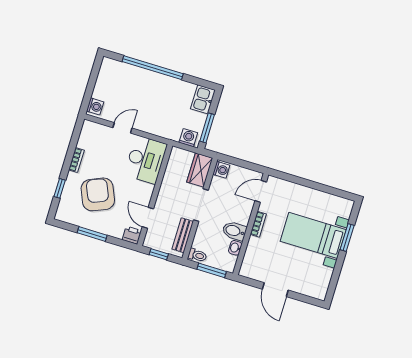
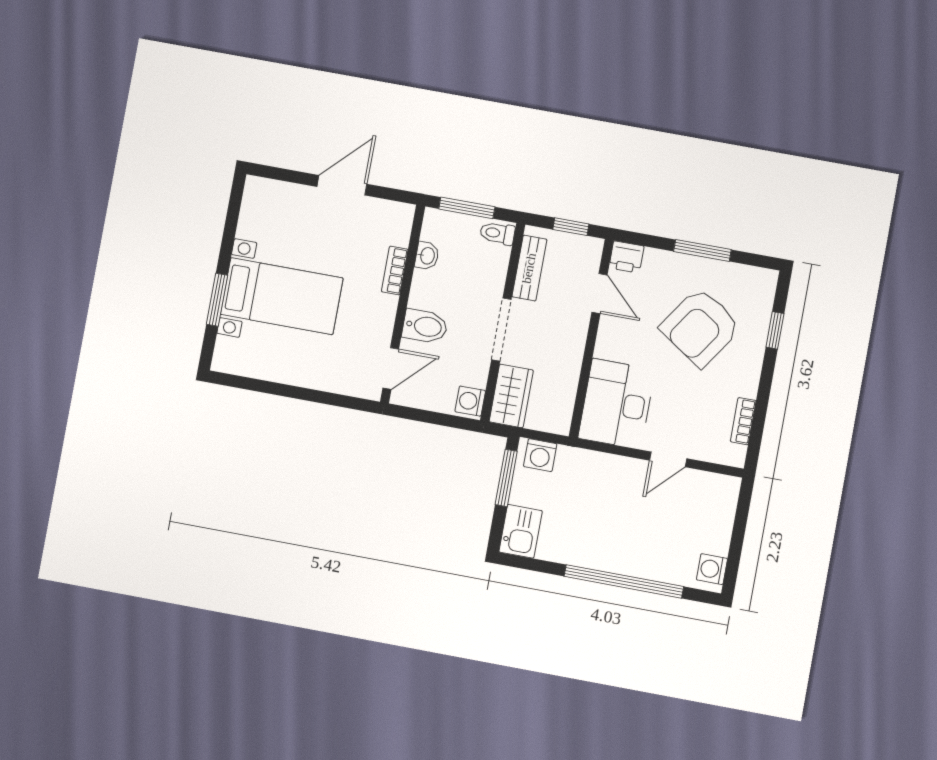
washing machine: (95, 106) -> (712, 569), moved
bookcase: (76, 160) -> (743, 421), moved
armchair: (98, 194) -> (700, 327), turned 57
bookcase: (258, 224) -> (395, 270), moved
bidet: (234, 231) -> (425, 326), moved
door: (275, 290) -> (342, 185), hinge flipped

